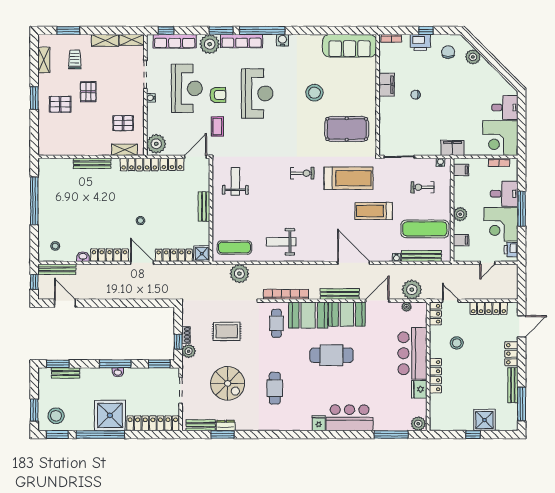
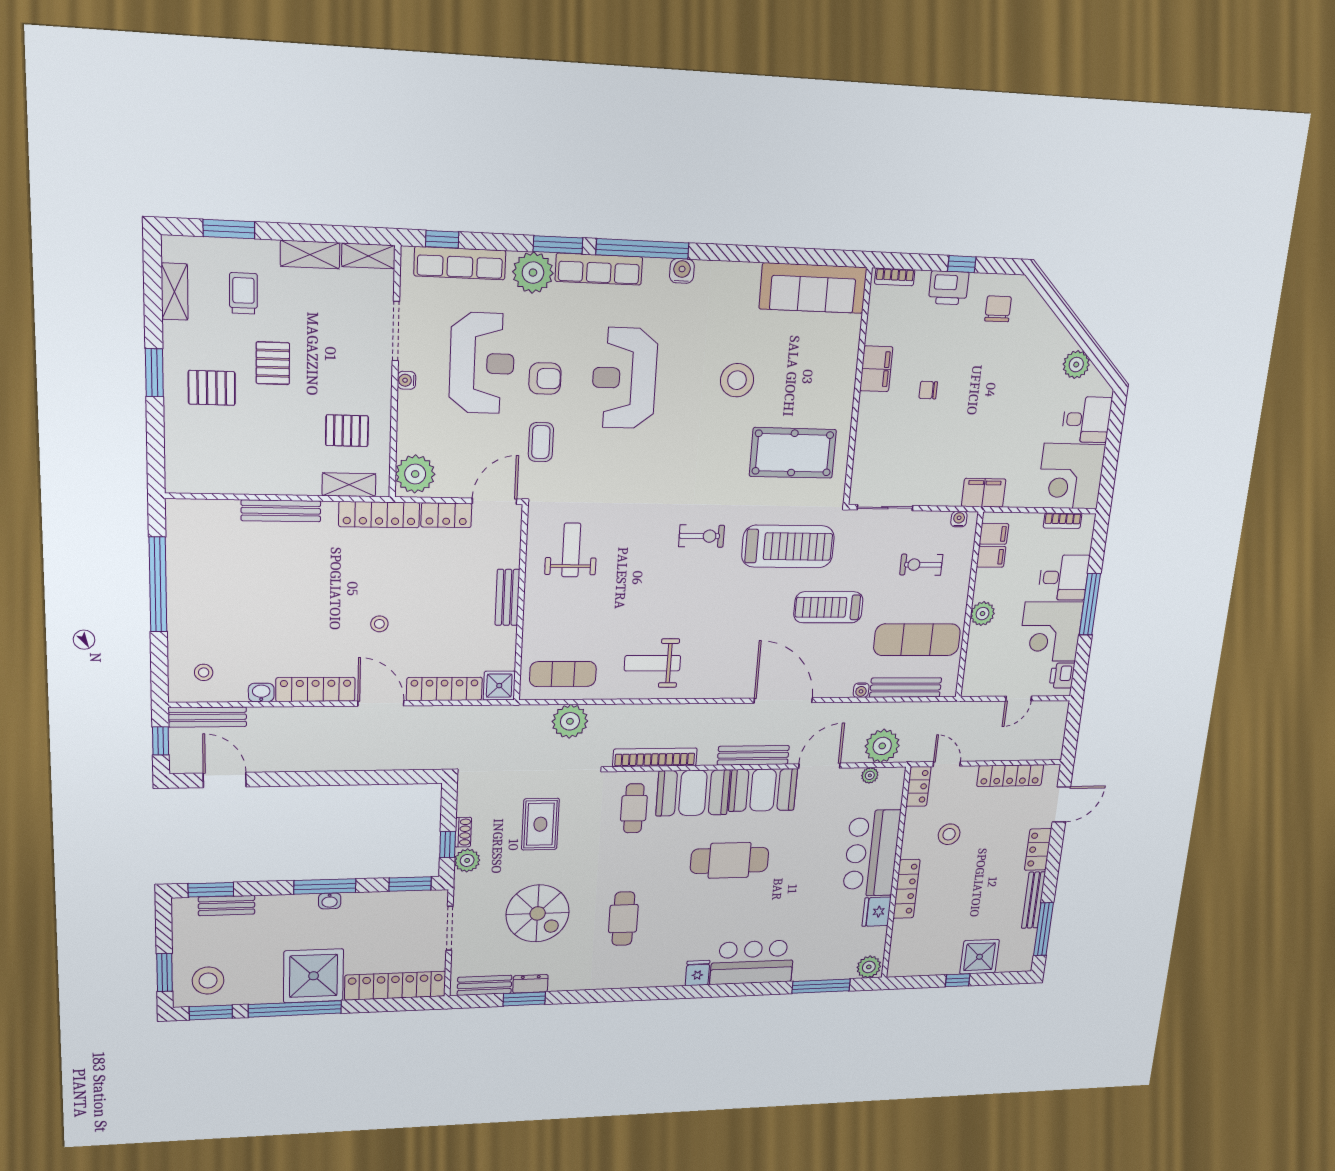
plant: (473, 57) -> (1076, 365), moved
reception desk: (257, 93) -> (624, 378), turned 180
filing cabinet: (461, 240) -> (991, 557), moved
rug: (227, 331) -> (540, 824), turned 90

